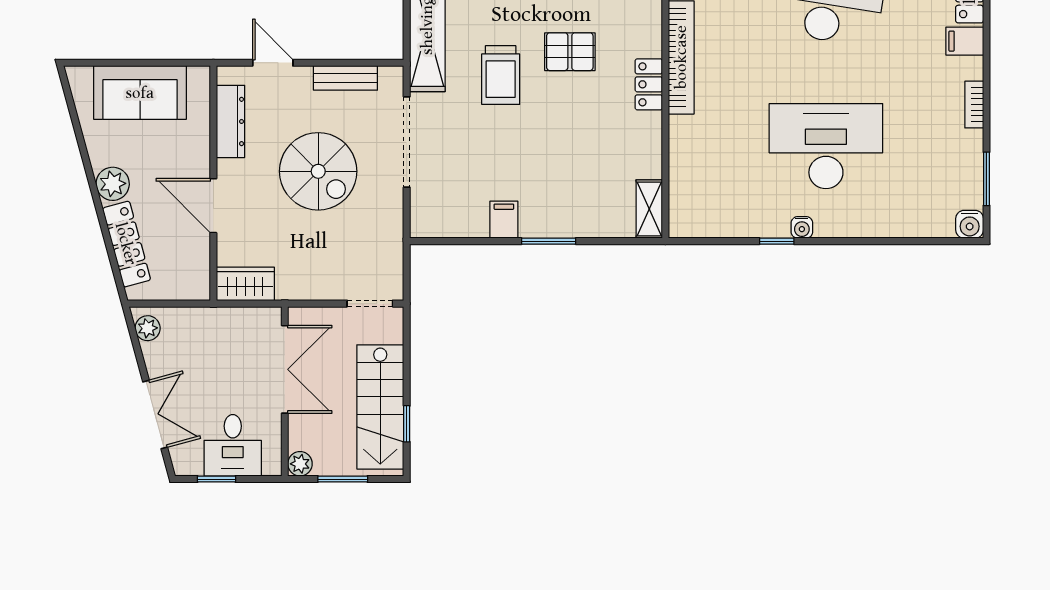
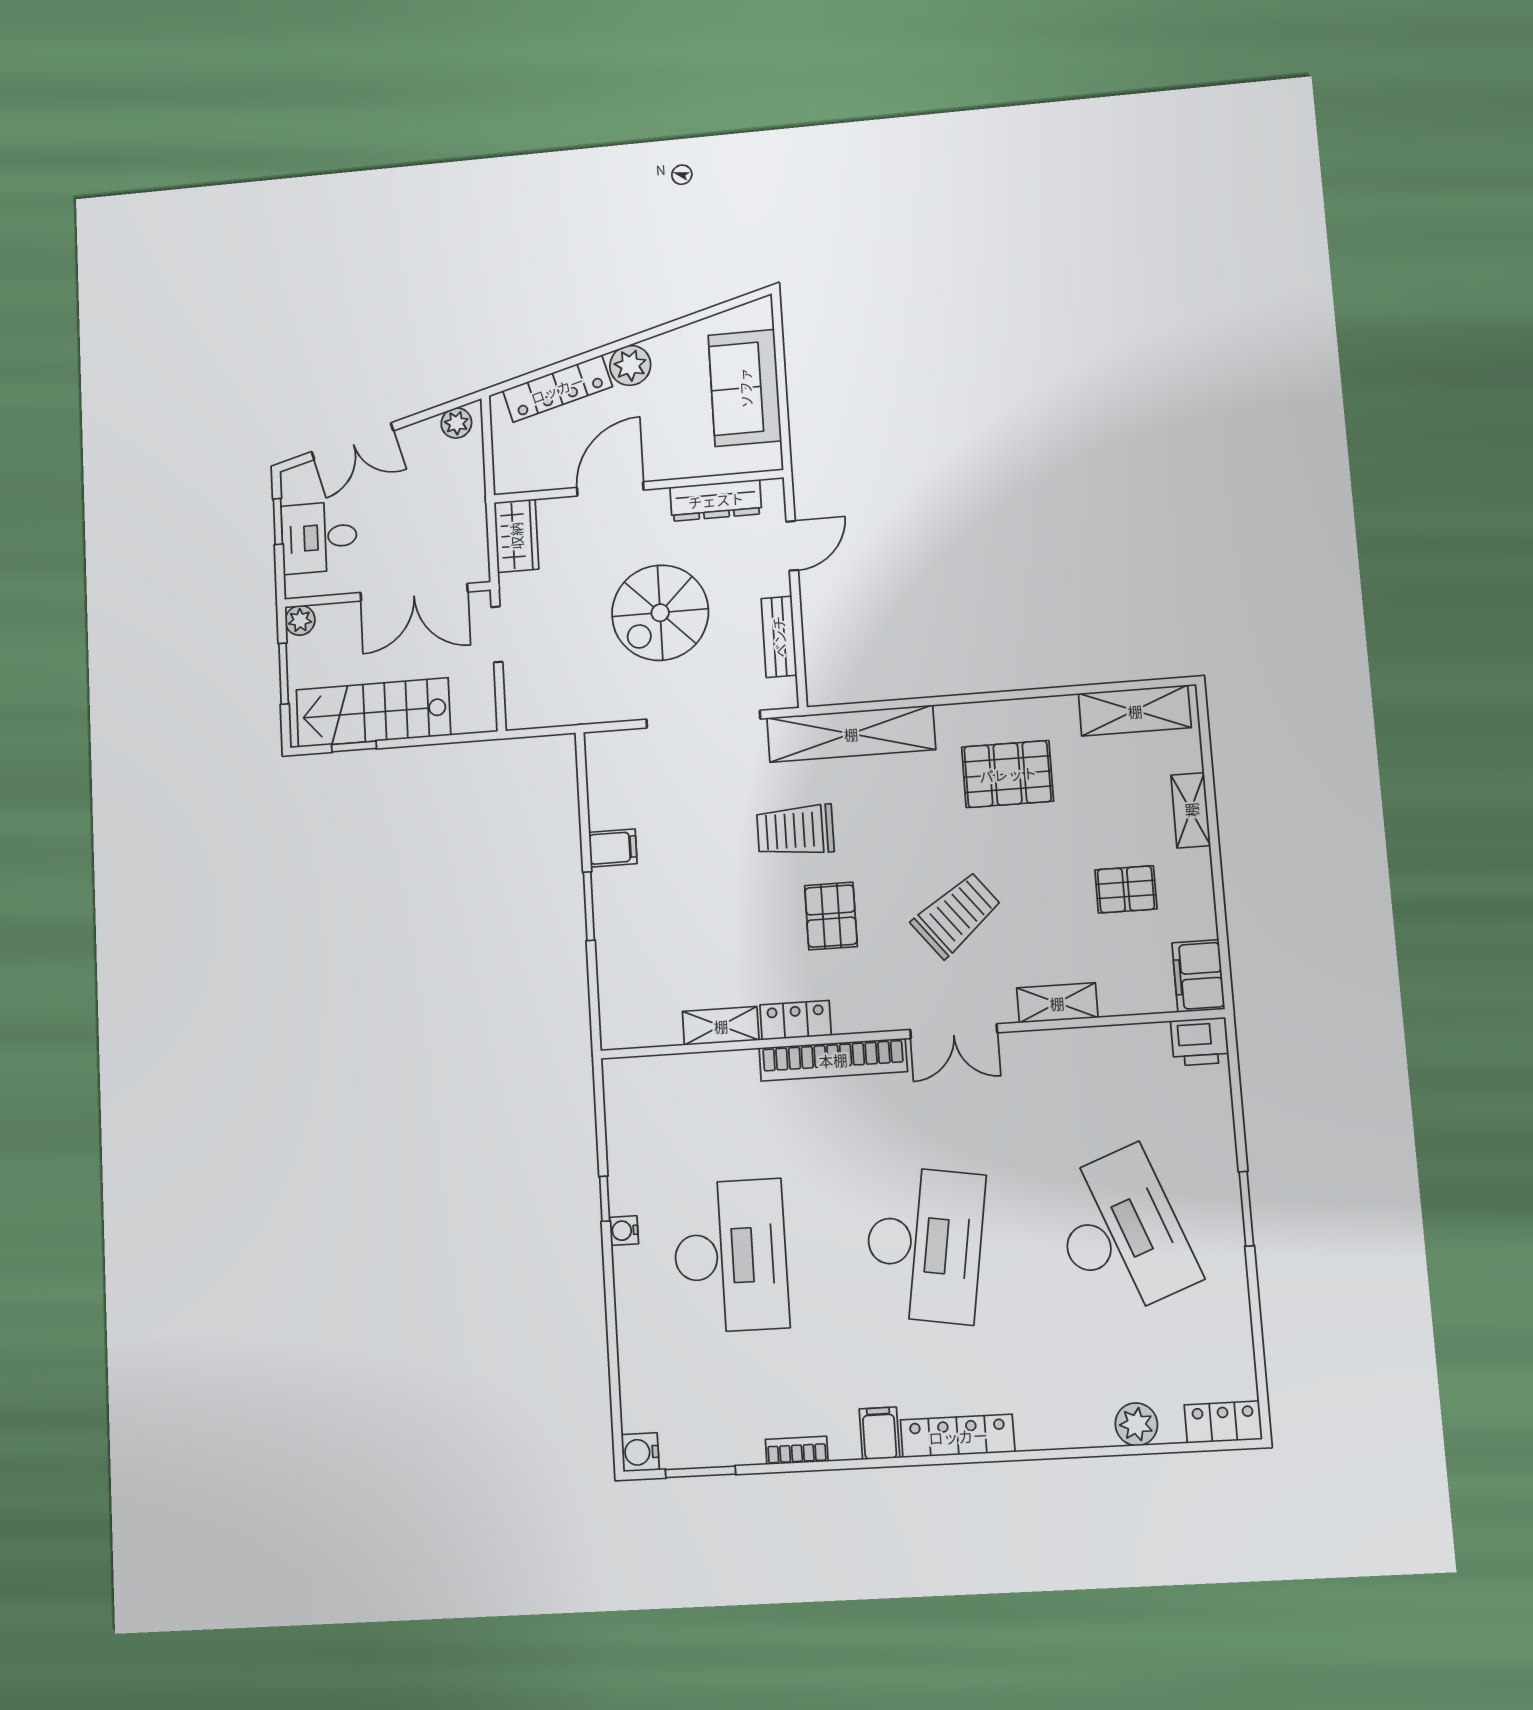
shelving: (649, 209) -> (721, 1026), moved
doorway: (370, 304) -> (497, 634), moved

